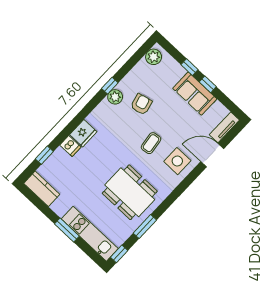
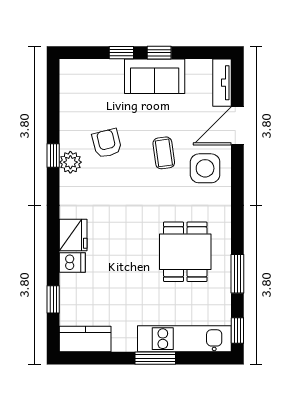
plant: (154, 57) -> (71, 79), removed
coffee table: (151, 143) -> (164, 153), moved
dining table: (130, 192) -> (185, 252), width x0.73

